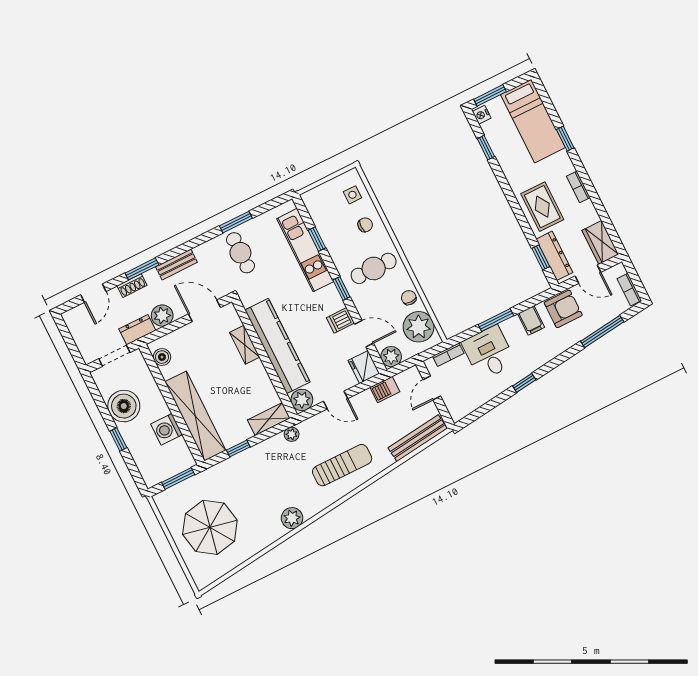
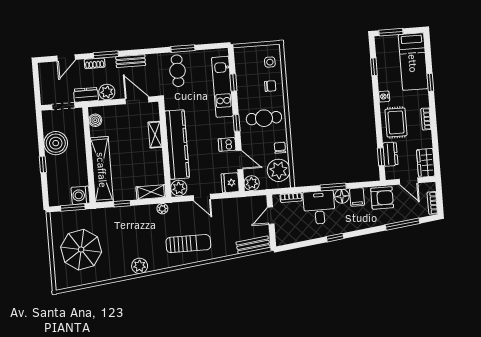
nightstand: (482, 115) -> (384, 96), moved
dresser: (554, 256) -> (390, 154), width x0.70
floor lamp: (512, 327) -> (342, 196), added
barbecue: (385, 389) -> (238, 204), removed
washing machine: (167, 429) -> (80, 195), moved
bench: (418, 438) -> (253, 245), width x0.73

